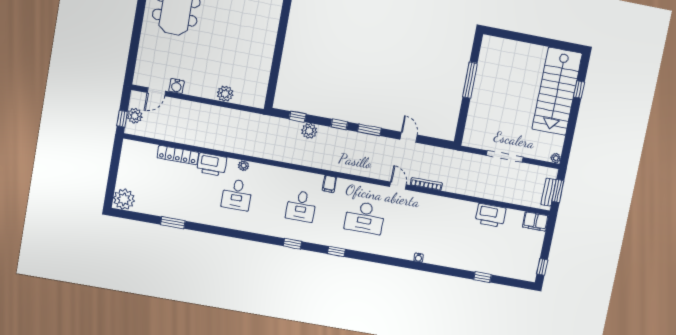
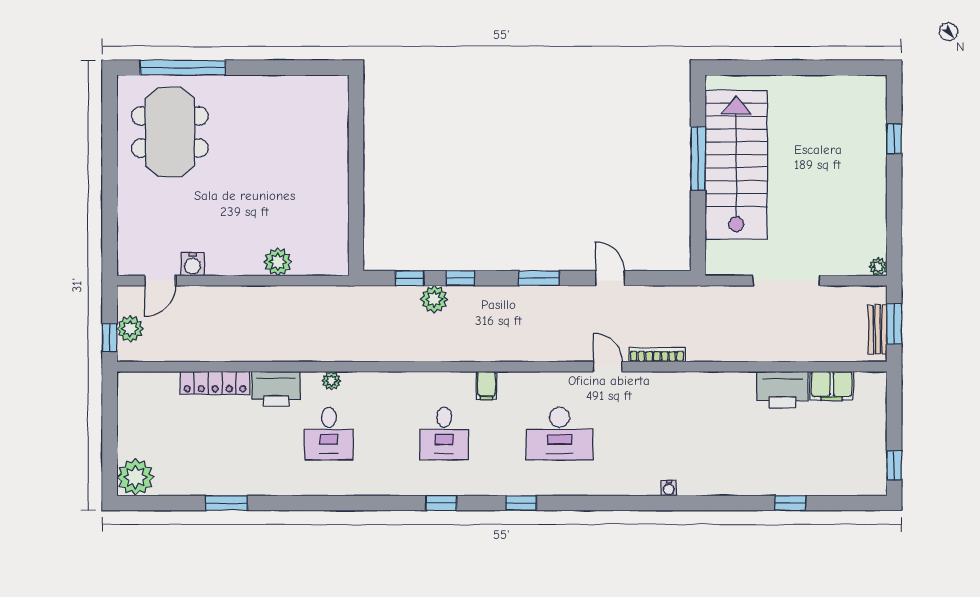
stairs: (557, 91) -> (736, 165), moved, turned 180
window: (339, 124) -> (460, 278), moved
filing cabinet: (536, 221) -> (832, 386), moved

